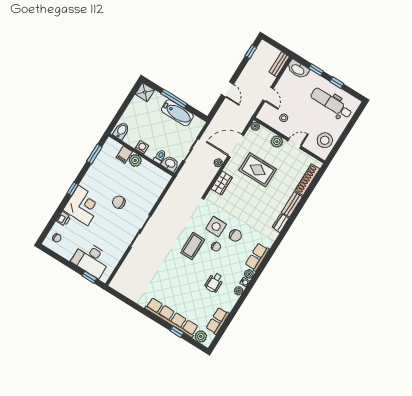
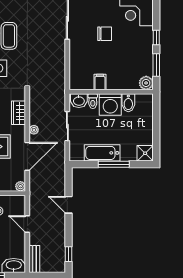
bidet: (121, 131) -> (128, 103), moved
washing machine: (142, 147) -> (110, 104), width x1.89, depth x1.89
filing cabinet: (124, 154) -> (100, 82), moved
plant: (135, 160) -> (146, 83), moved
window: (73, 189) -> (156, 38), moved

